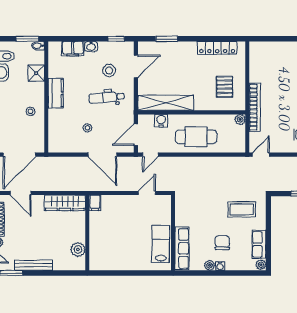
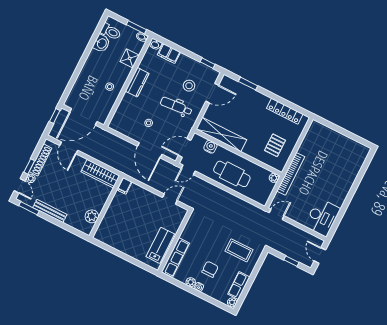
washbasin: (91, 46) -> (155, 44), moved

